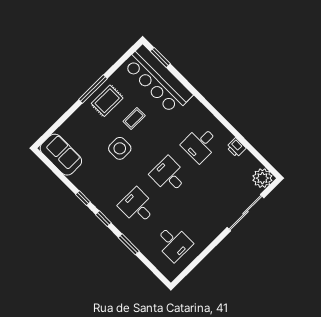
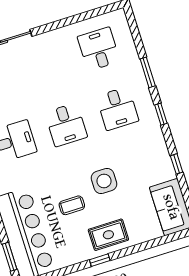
window: (93, 89) -> (100, 260), width x0.46
rug: (107, 101) -> (108, 235), moved
window: (83, 198) -> (177, 164), moved

